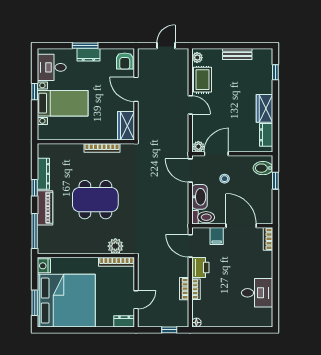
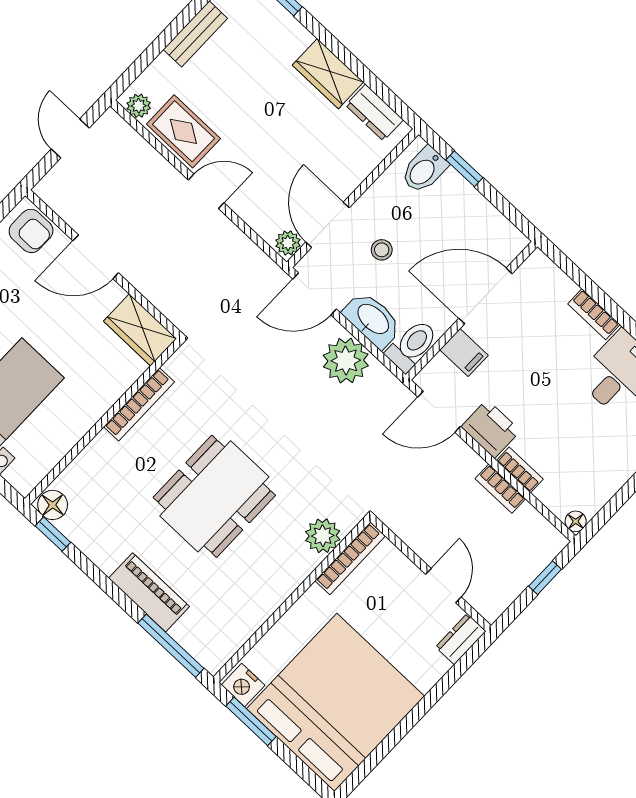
floor lamp: (44, 151) -> (53, 505), added
dresser: (43, 174) -> (90, 542), removed
window: (35, 188) -> (53, 534), moved
plant: (178, 201) -> (346, 361), added
bookcase: (268, 239) -> (594, 314), moved
window: (35, 303) -> (251, 721), moved

